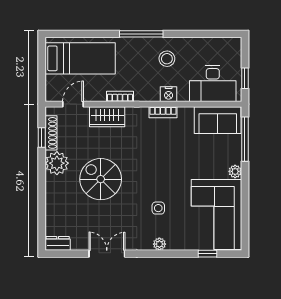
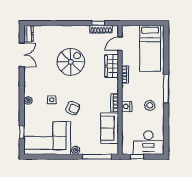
desk: (213, 84) -> (148, 143), moved, turned -90
door: (73, 104) -> (120, 44), swing flipped
sofa: (218, 120) -> (110, 128), moved
plant: (57, 163) -> (81, 33), removed
armchair: (171, 176) -> (73, 108), added
double door: (107, 254) -> (22, 55), moved

